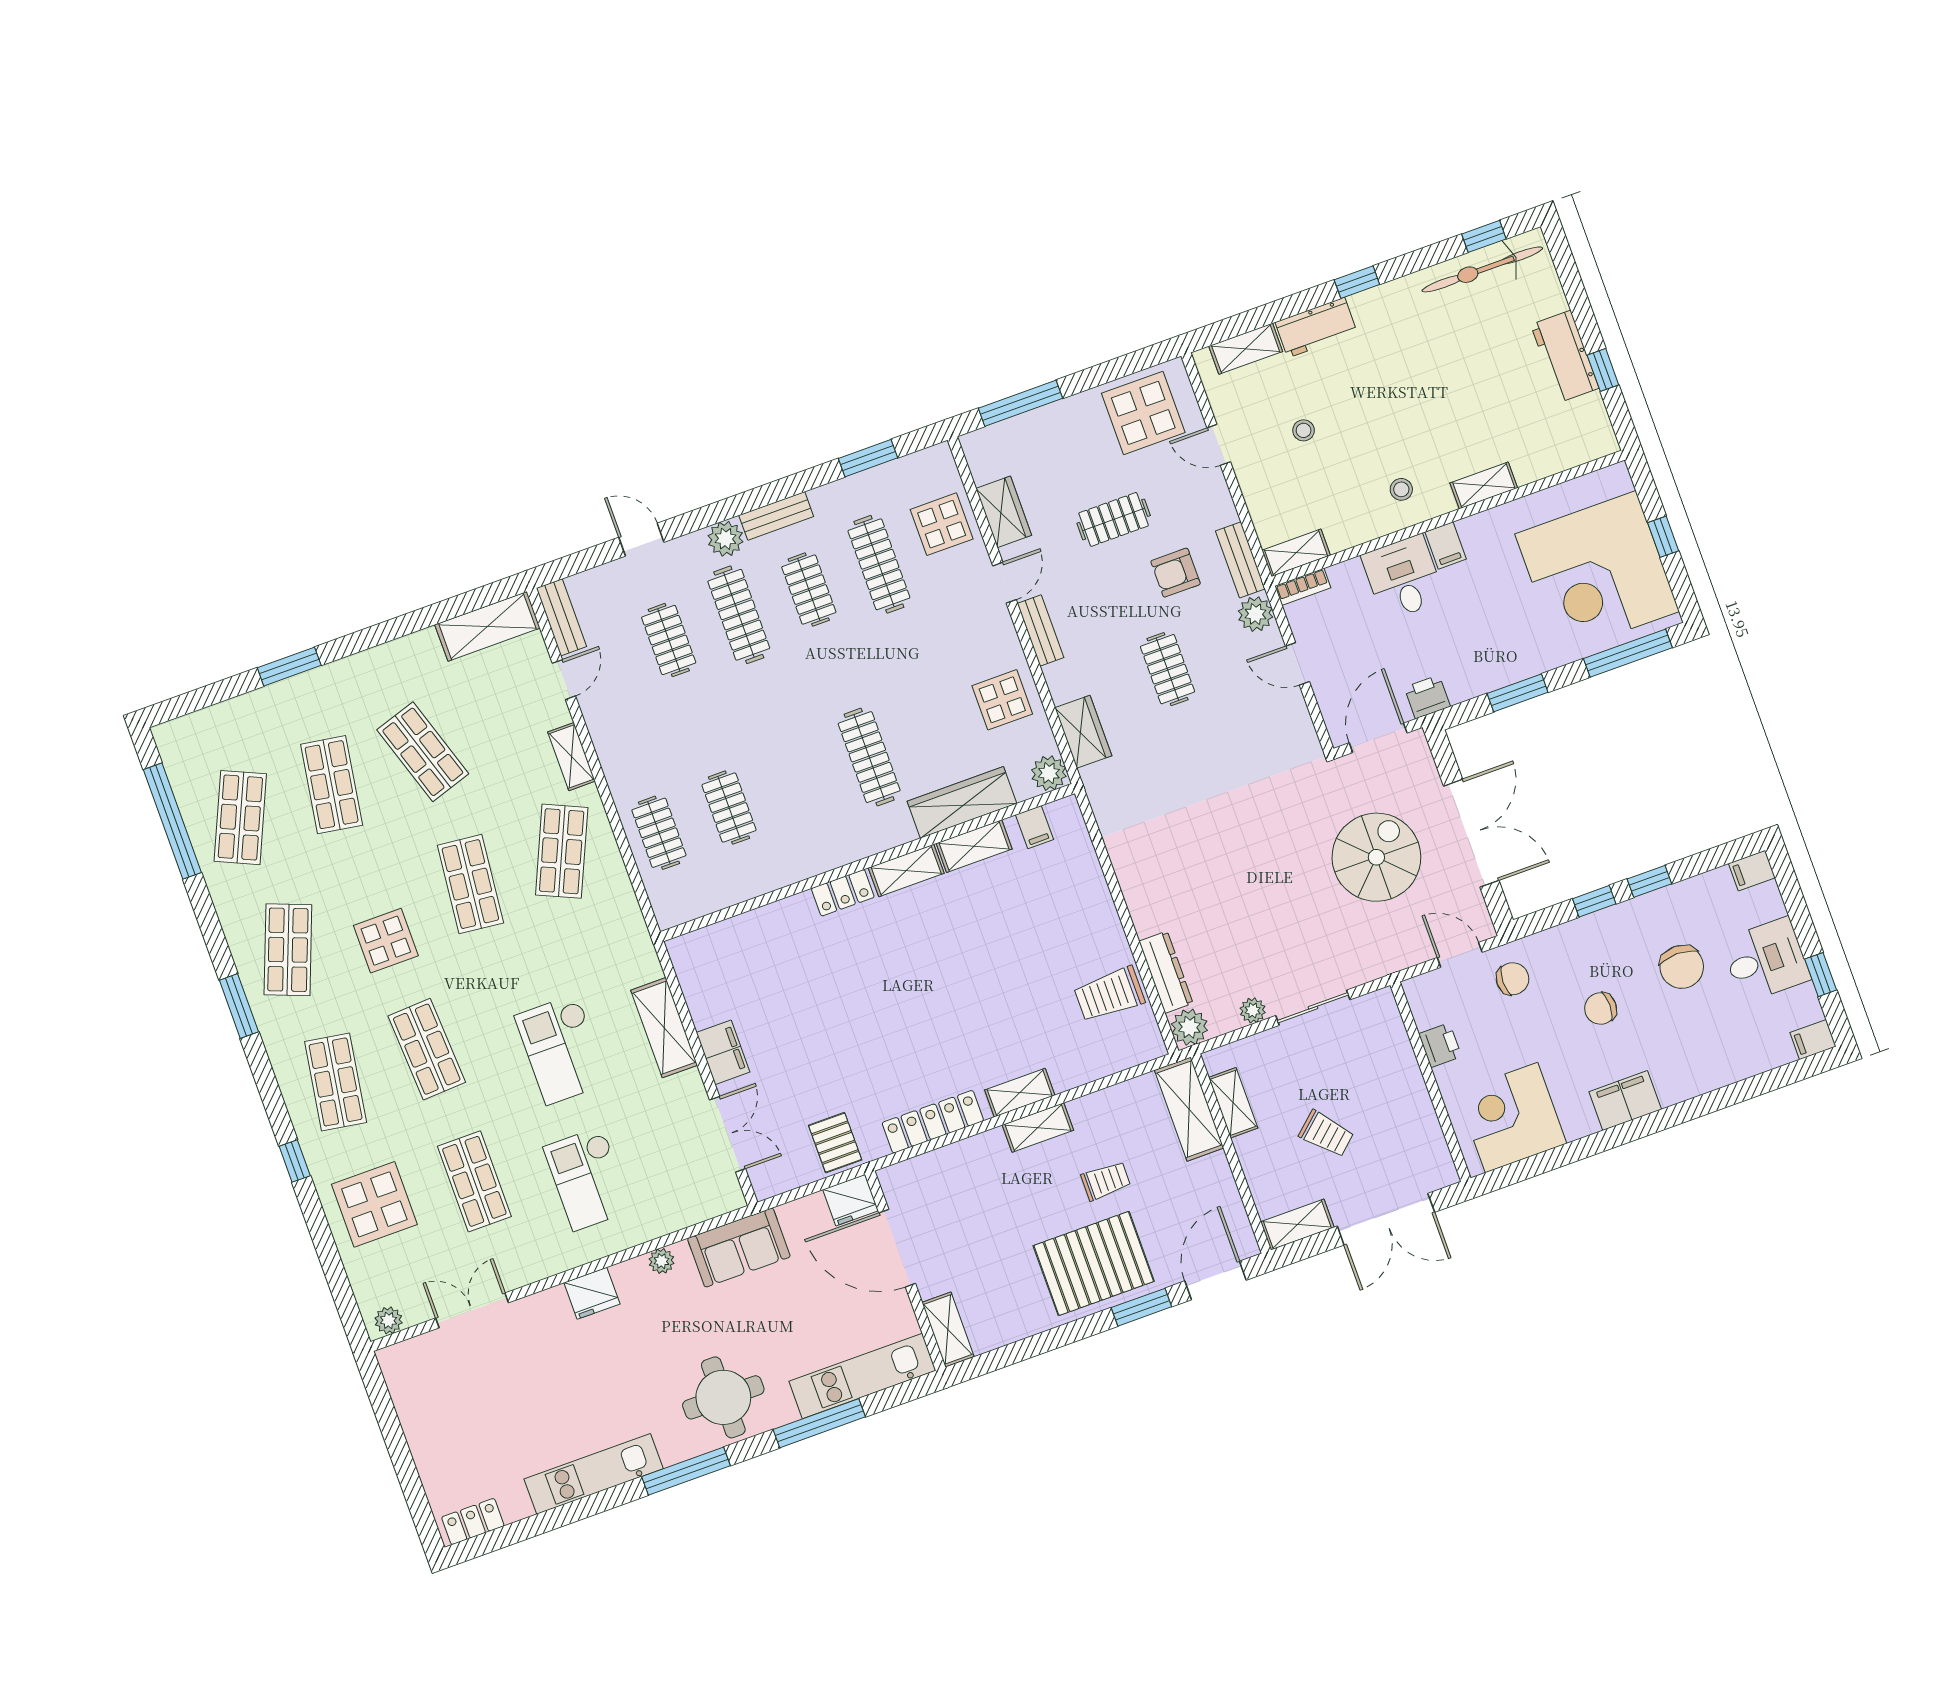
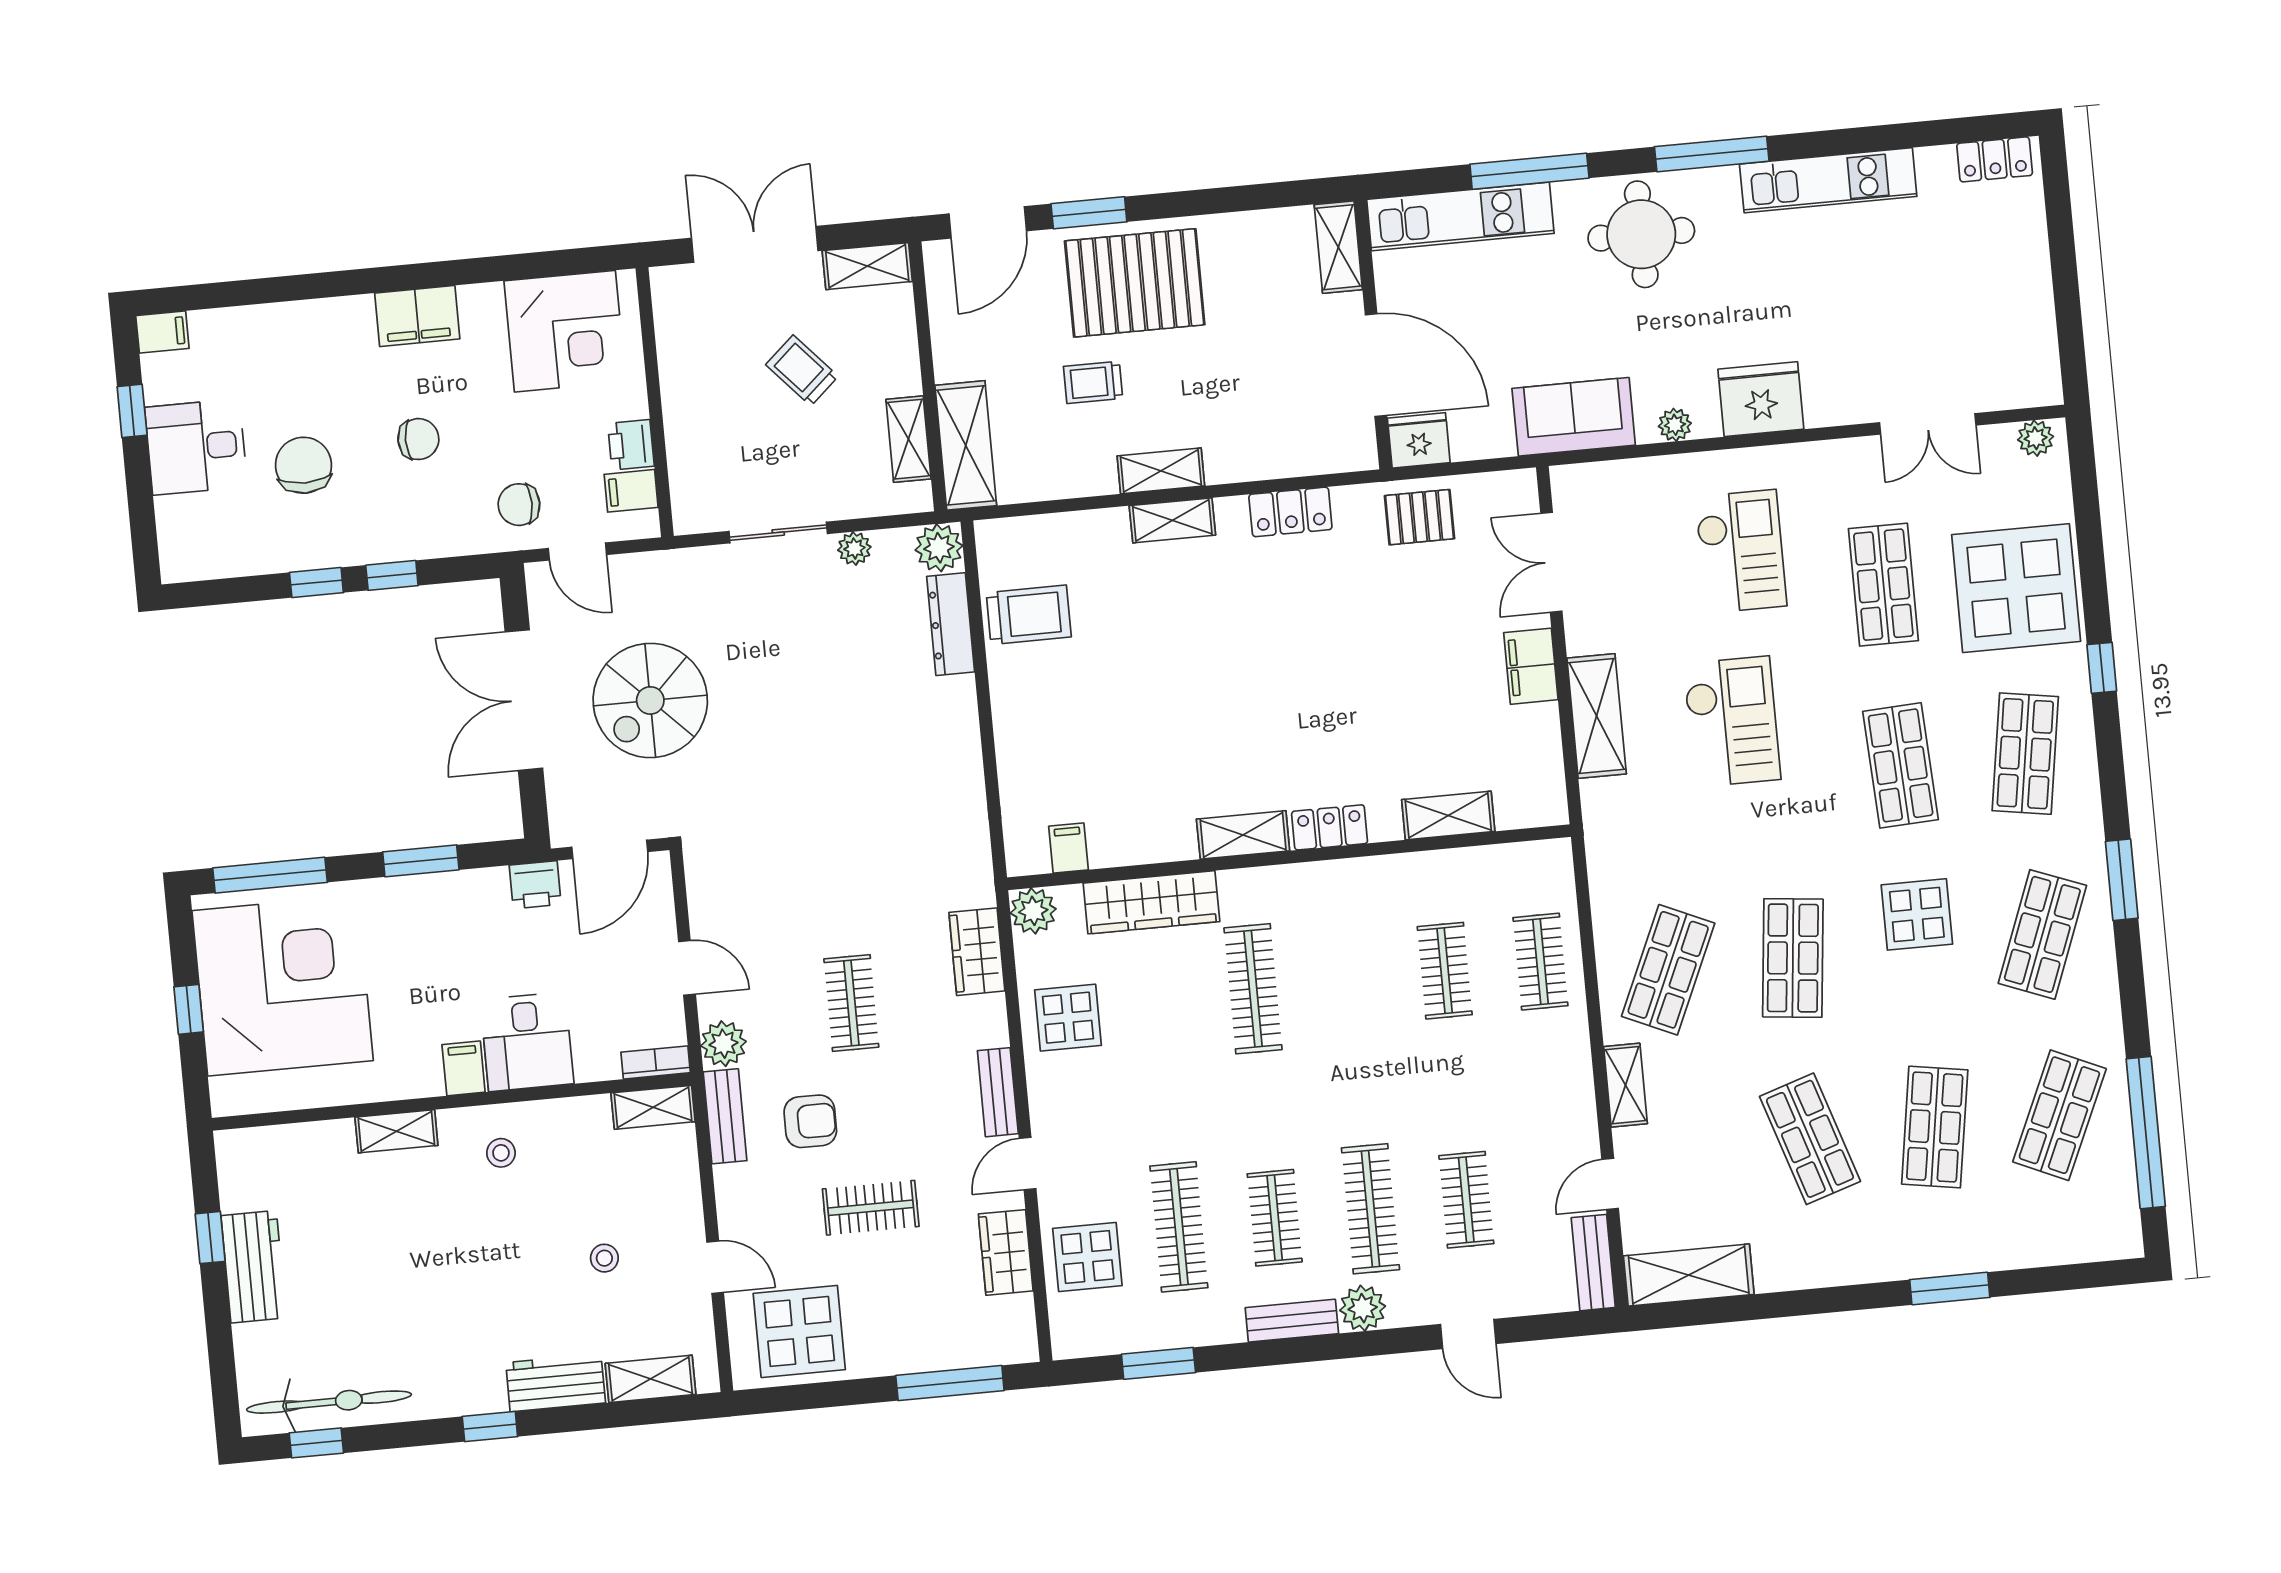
shelving: (974, 846) -> (1448, 815), moved
filing cabinet: (1752, 871) -> (631, 491), moved, turned 180
locker: (933, 1122) -> (1290, 512), width x0.66
pallet: (835, 1143) -> (1420, 517), turned 90
display table: (374, 1204) -> (2016, 588), width x1.36, depth x1.36
fridge: (592, 1293) -> (1761, 399), width x1.36, depth x1.34

